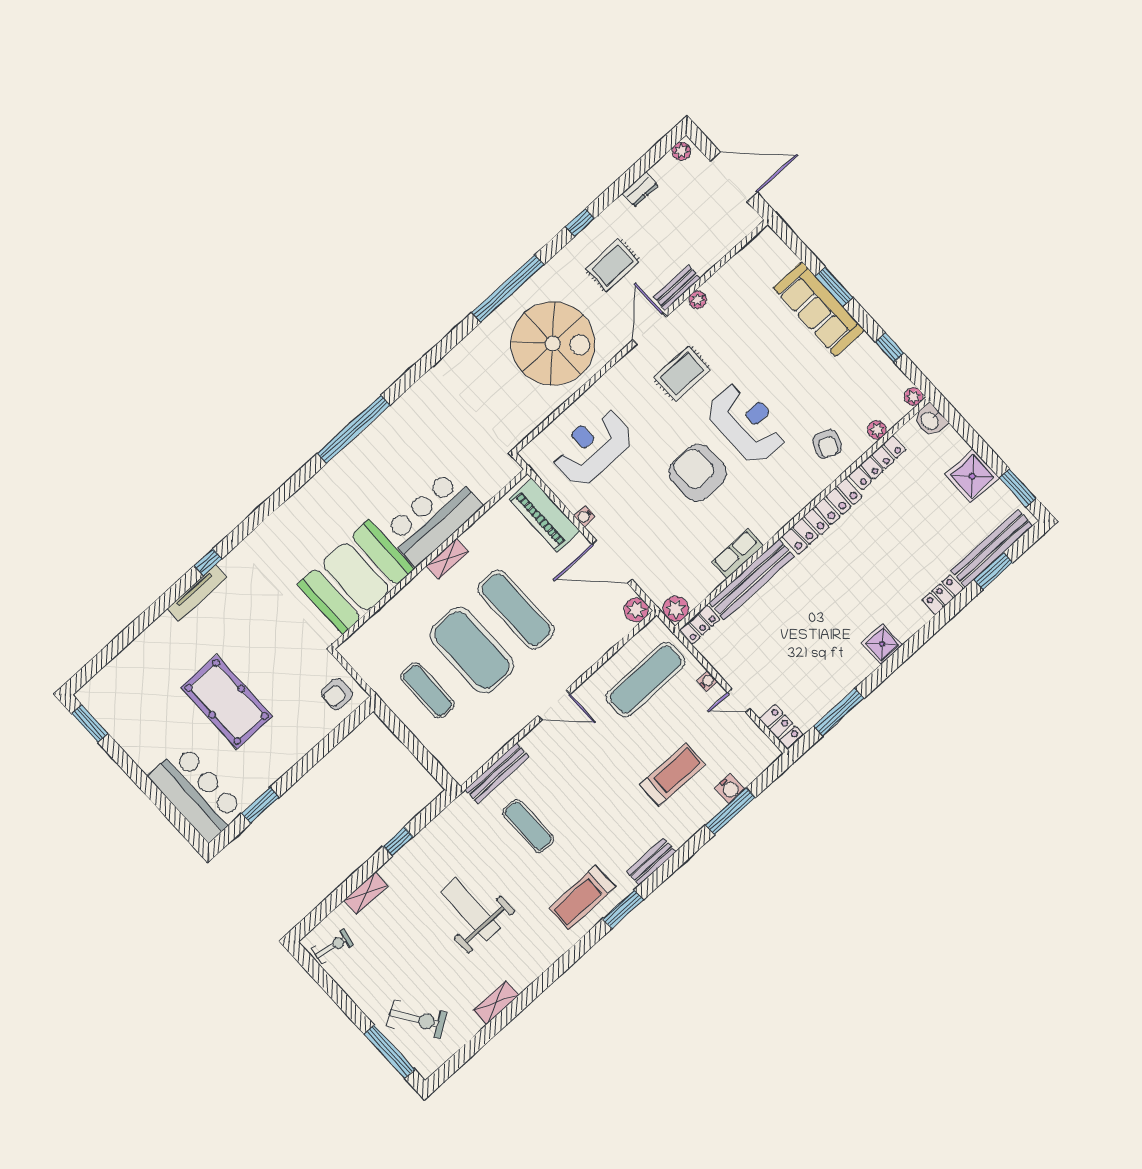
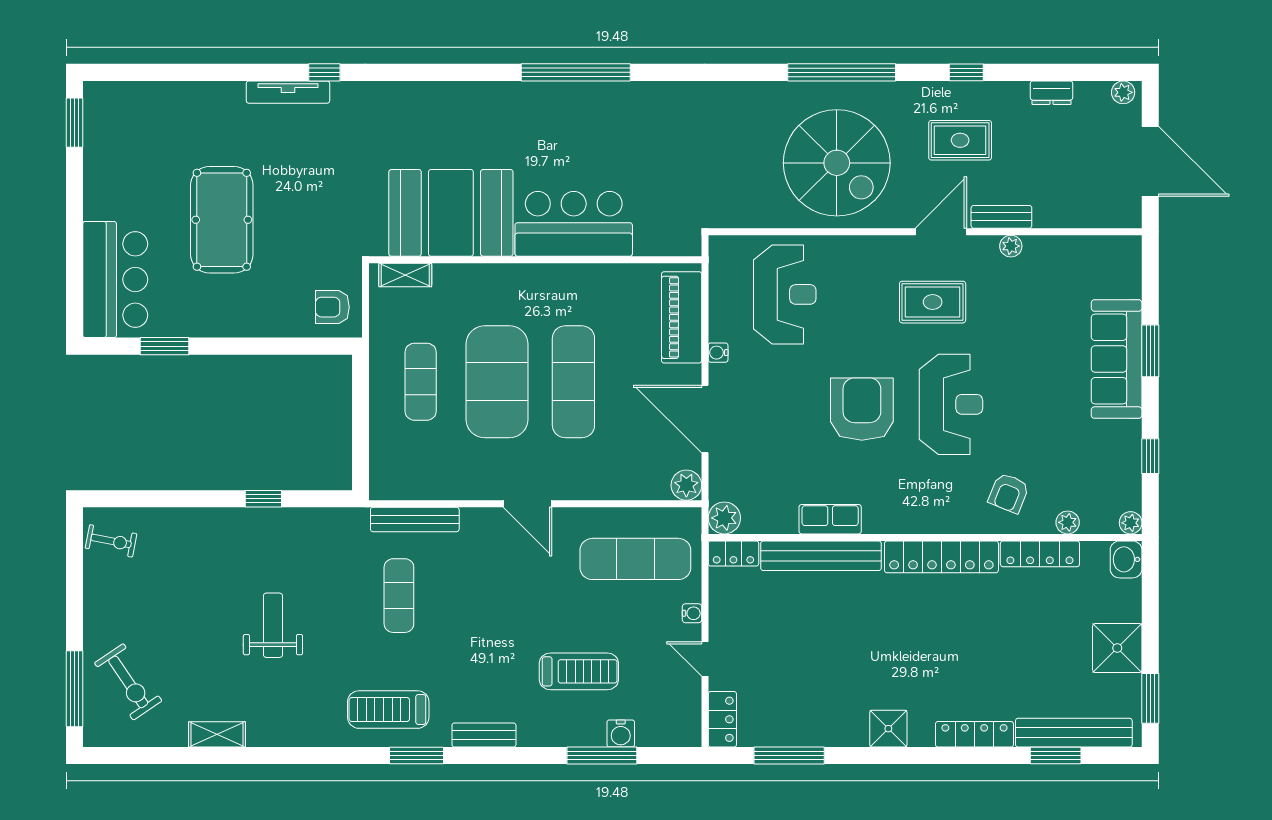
reception desk: (592, 447) -> (785, 294), turned 90
shelving: (447, 559) -> (405, 275), moved
locker: (943, 595) -> (974, 734), width x1.53
shelving: (366, 893) -> (188, 519), removed
weight bench: (471, 910) -> (273, 625), width x0.73, depth x0.75

